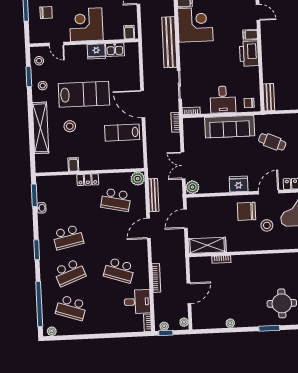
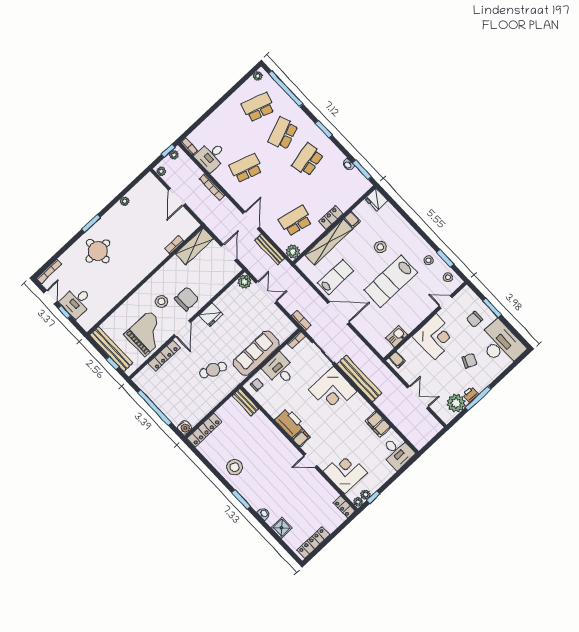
corner desk: (195, 25) -> (333, 390), moved
fridge: (96, 51) -> (376, 200), moved, turned -90
shelving: (40, 128) -> (329, 242), moved, turned 90

